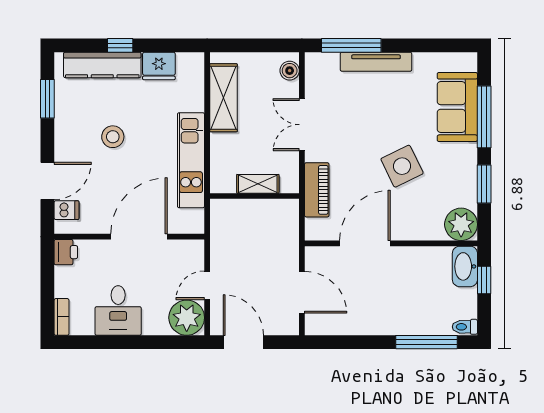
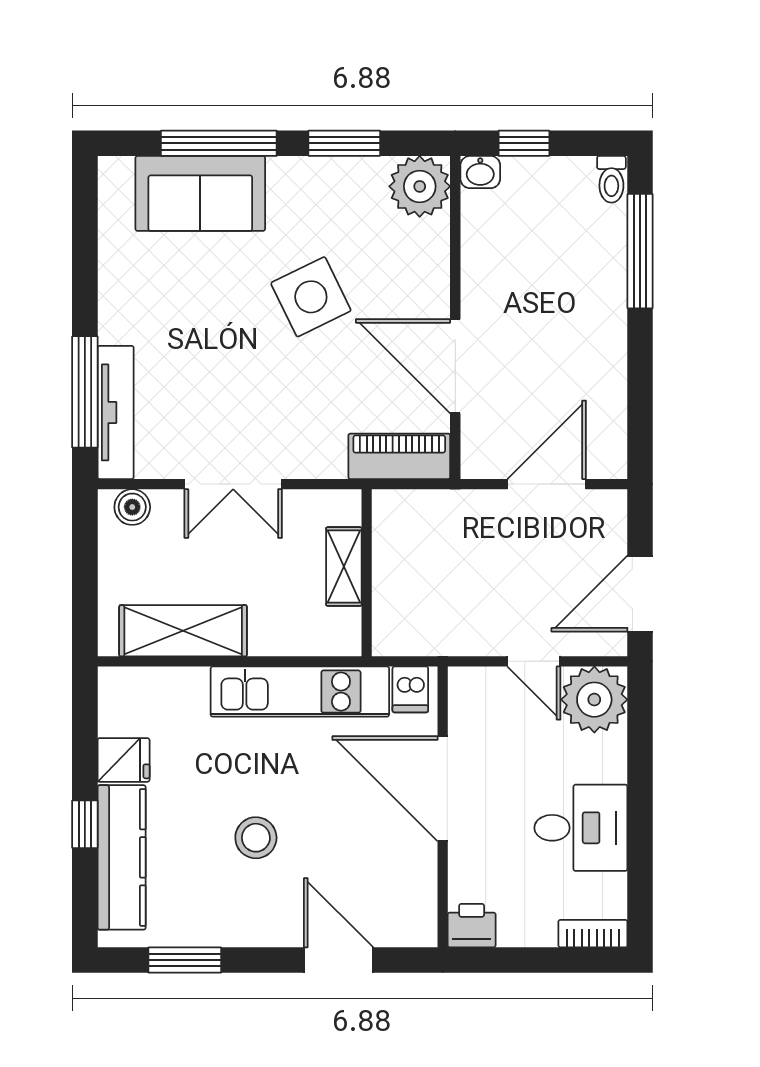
tv unit: (376, 62) -> (116, 412), moved
fridge: (159, 66) -> (124, 760), width x0.72
piano: (317, 190) -> (399, 456), moved
dishwasher: (66, 210) -> (410, 689), moved, turned 180
washbasin: (465, 266) -> (480, 172), width x0.52, depth x0.69

